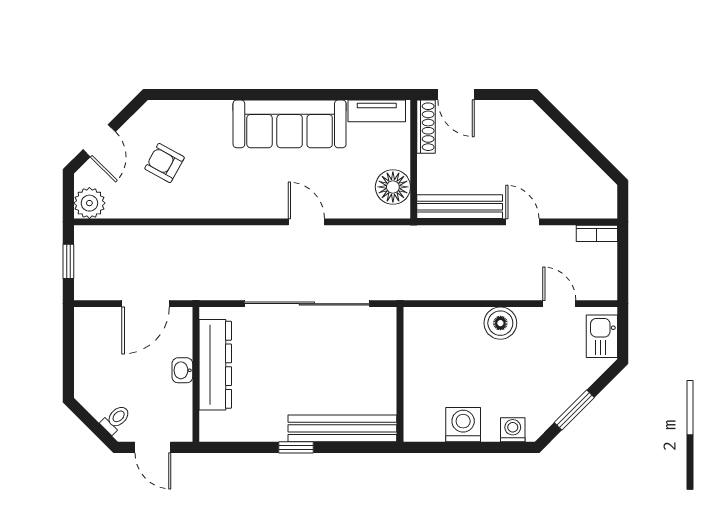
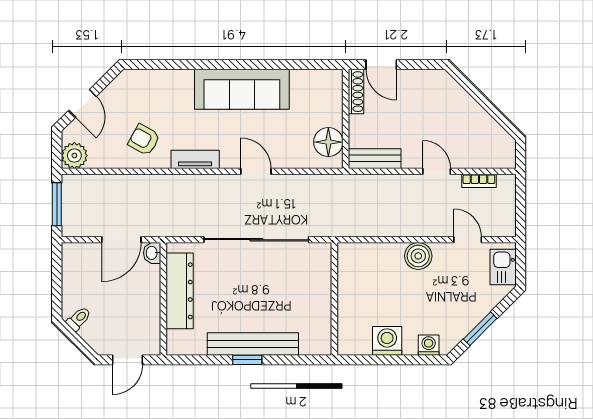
tv unit: (377, 111) -> (195, 159), moved, turned 180
armchair: (165, 163) -> (144, 140), moved
bench: (460, 207) -> (375, 159), width x0.73
bookcase: (597, 233) -> (479, 181), moved
window: (68, 261) -> (57, 204), width x1.50
washbasin: (182, 370) -> (152, 253), moved
toilet: (116, 419) -> (79, 319), moved
bench: (342, 428) -> (253, 344), moved
door: (153, 447) -> (128, 360), hinge flipped

